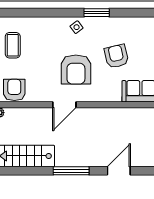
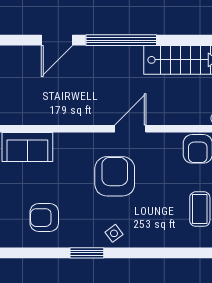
armchair: (116, 56) -> (44, 218), moved, turned 103
window: (71, 171) -> (121, 40), width x1.46

